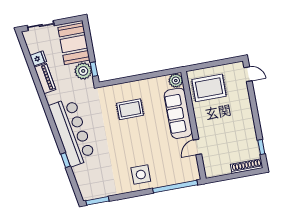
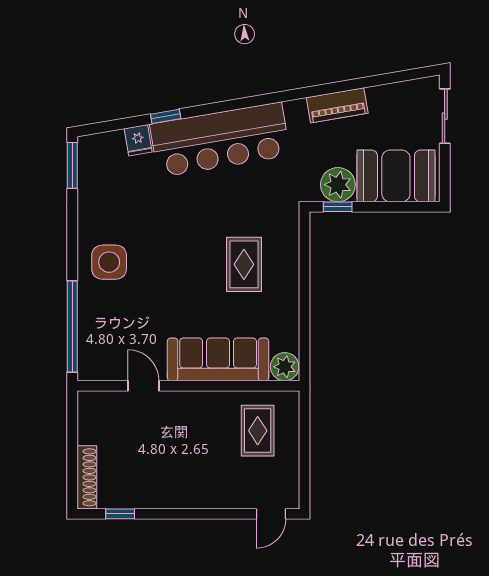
fridge: (38, 58) -> (138, 140), moved
rug: (209, 88) -> (258, 431), width x0.73, depth x0.70

